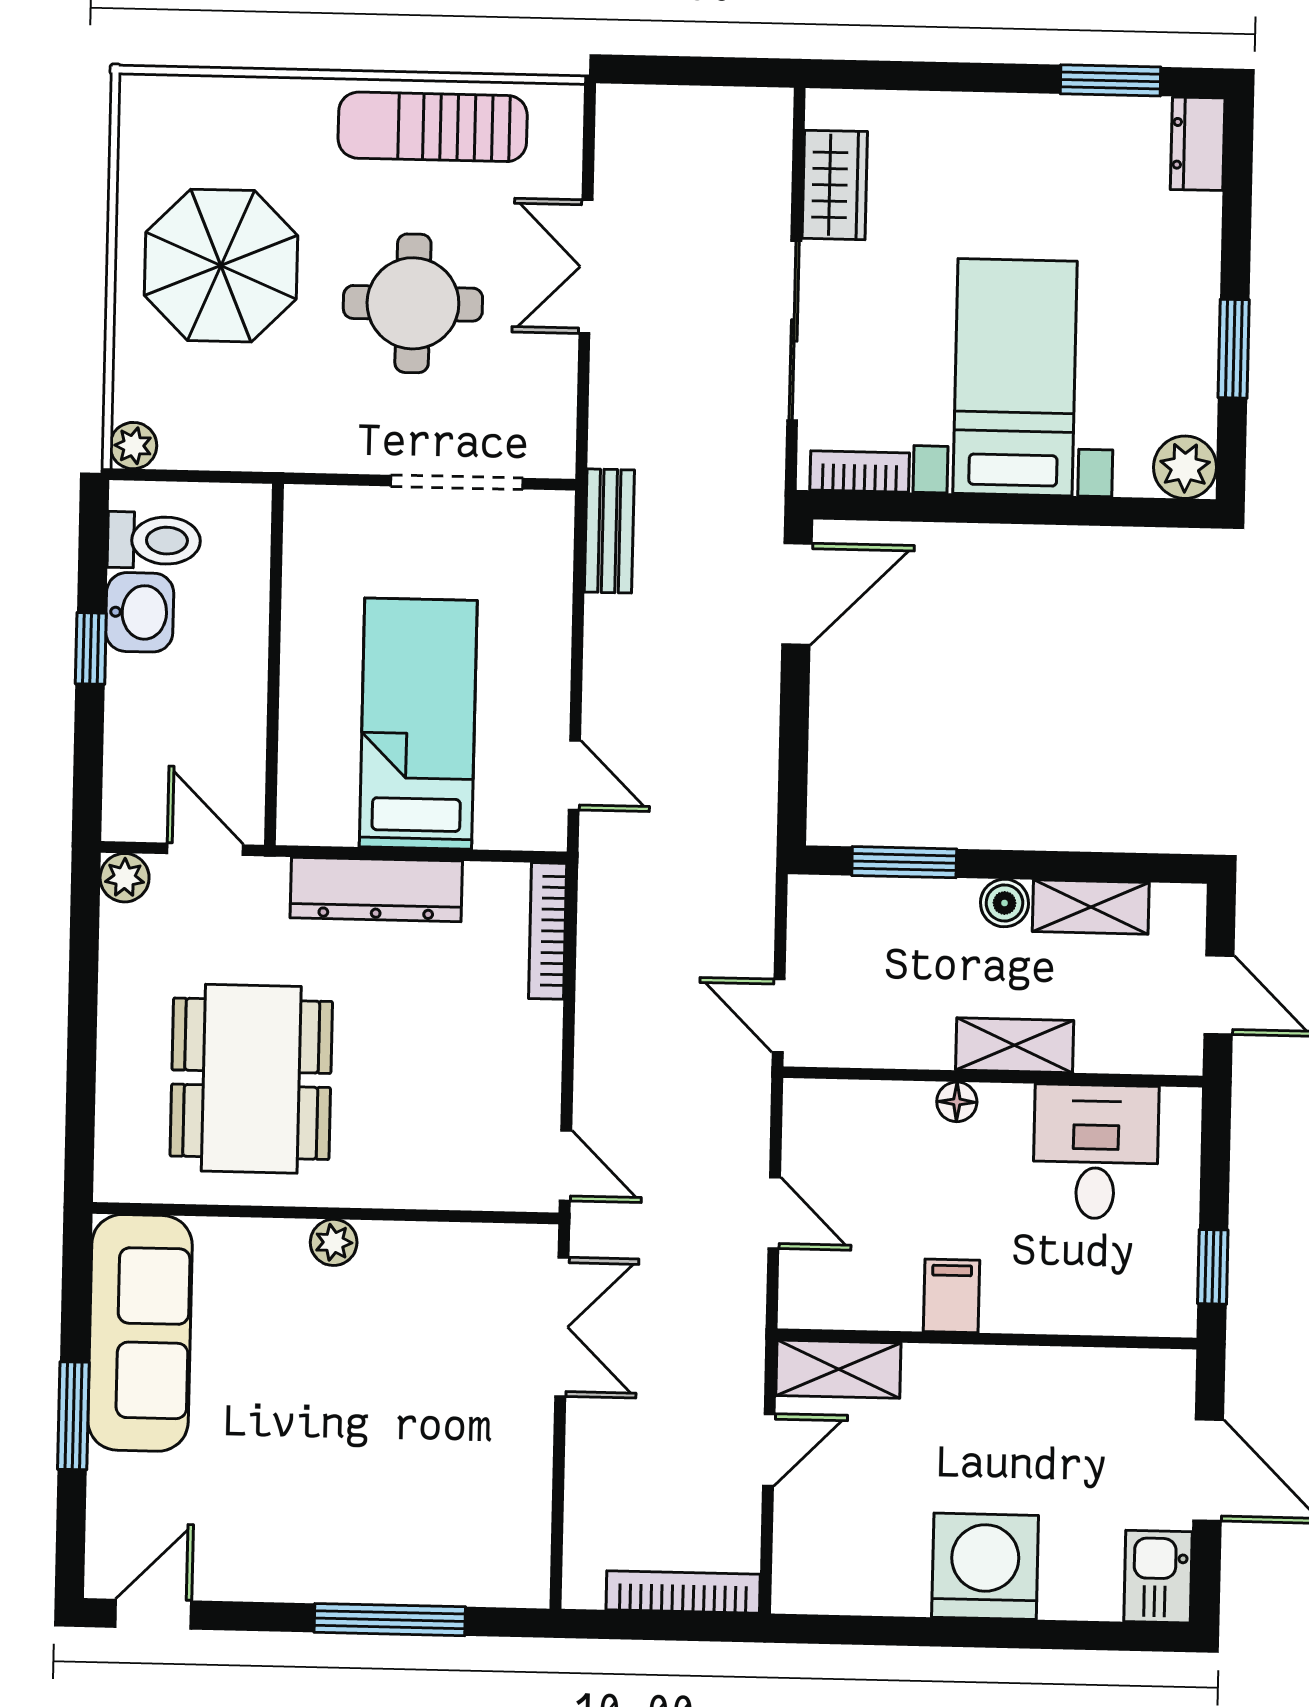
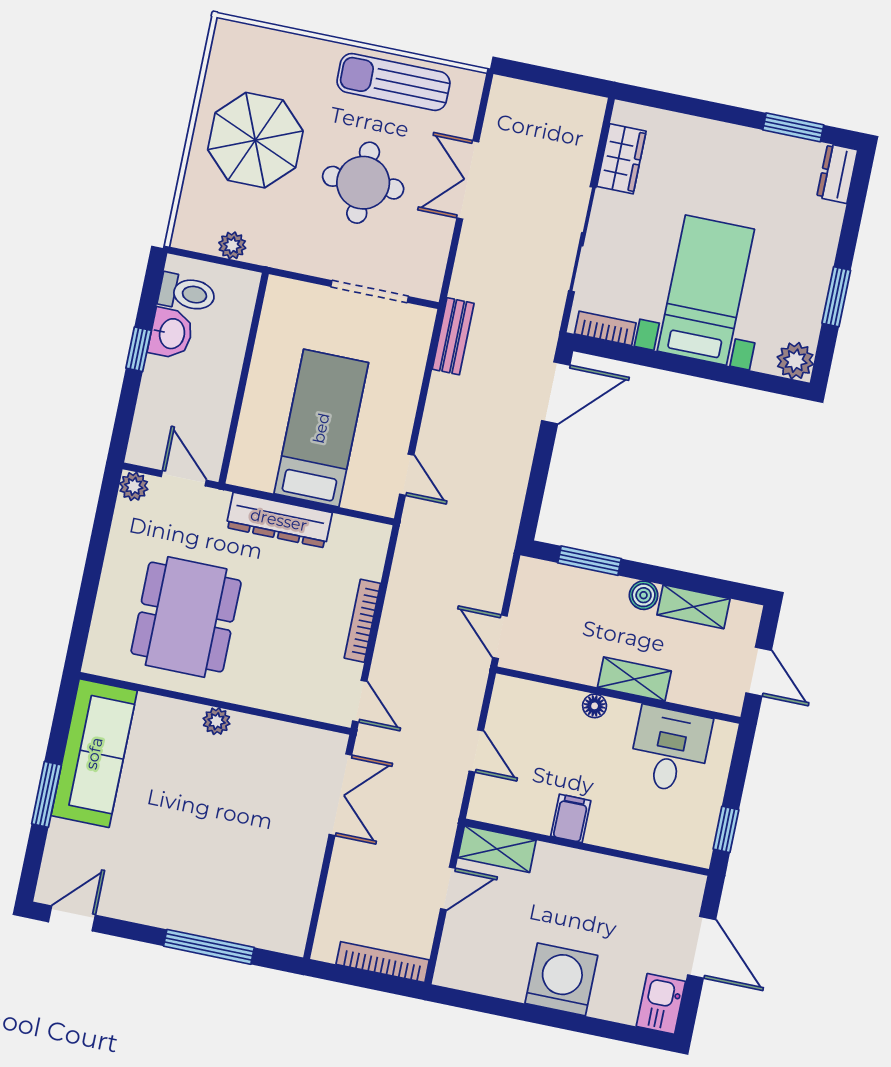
plant: (133, 446) -> (232, 245), moved
bookcase: (548, 931) -> (362, 621), moved

